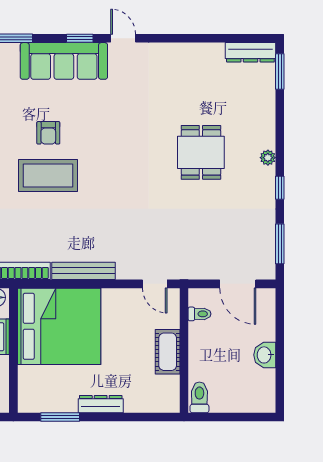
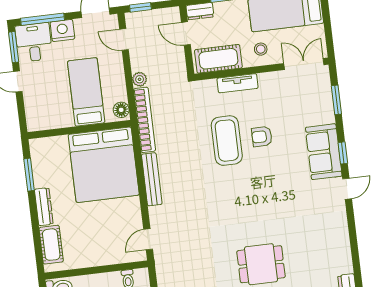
sofa: (64, 61) -> (324, 152), width x0.73
cot: (168, 352) -> (51, 245), moved, turned 90

